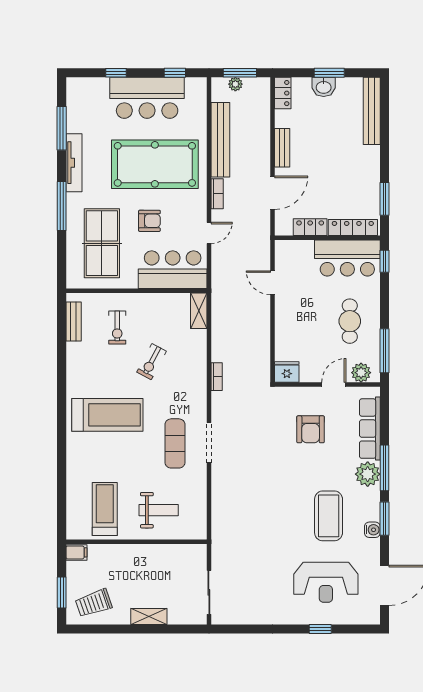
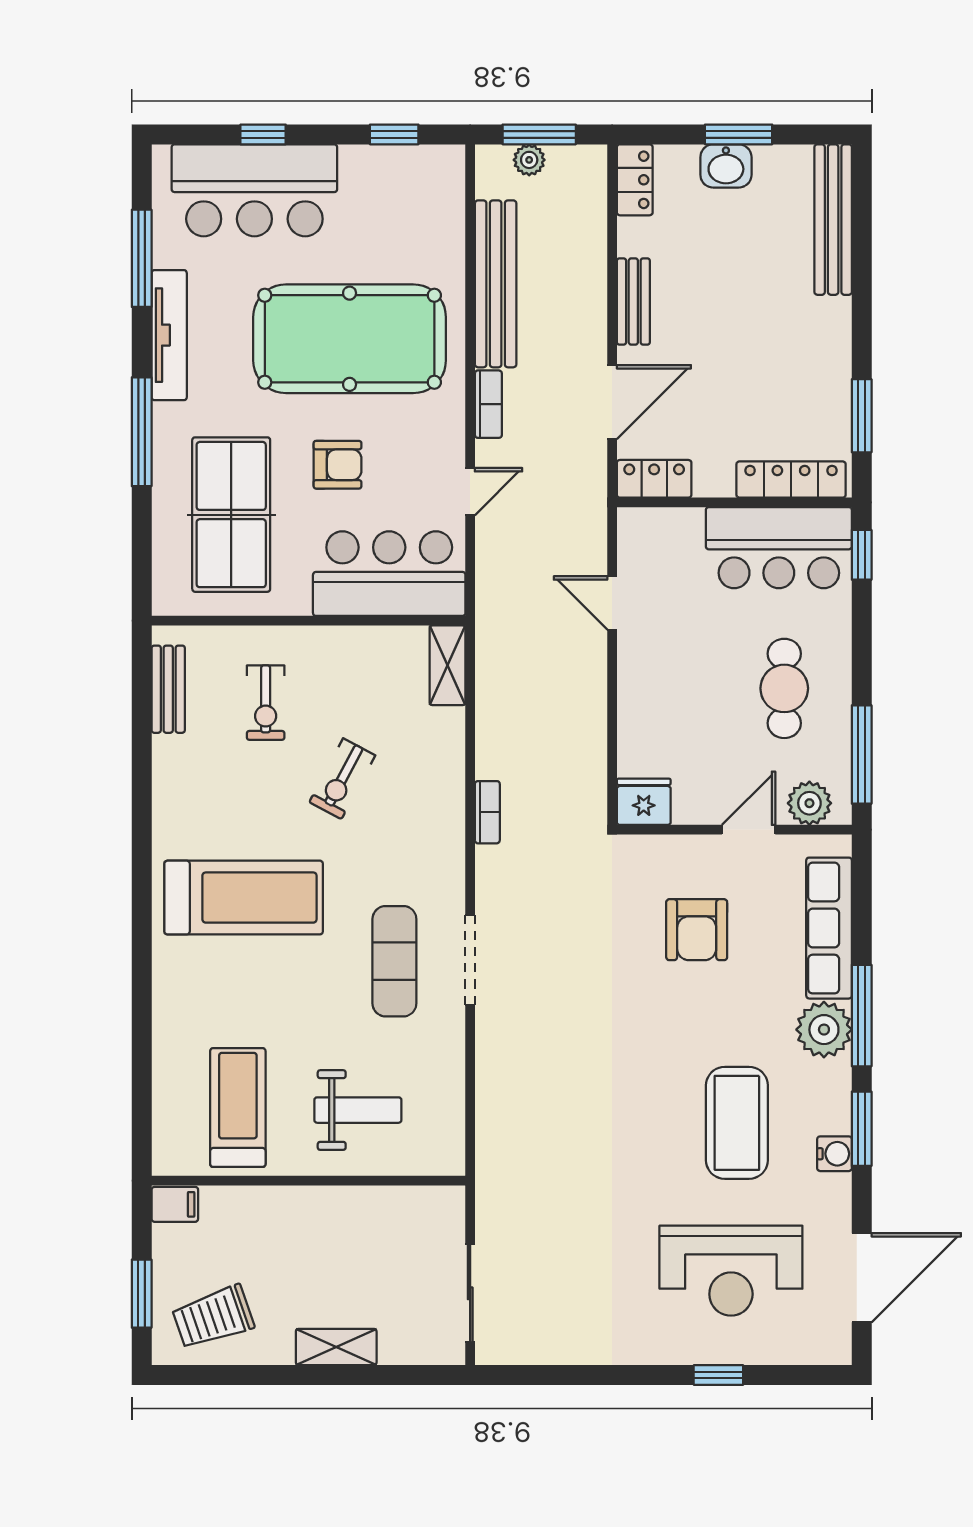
bar counter: (147, 98) -> (254, 190), moved
locker: (310, 227) -> (654, 479), moved

